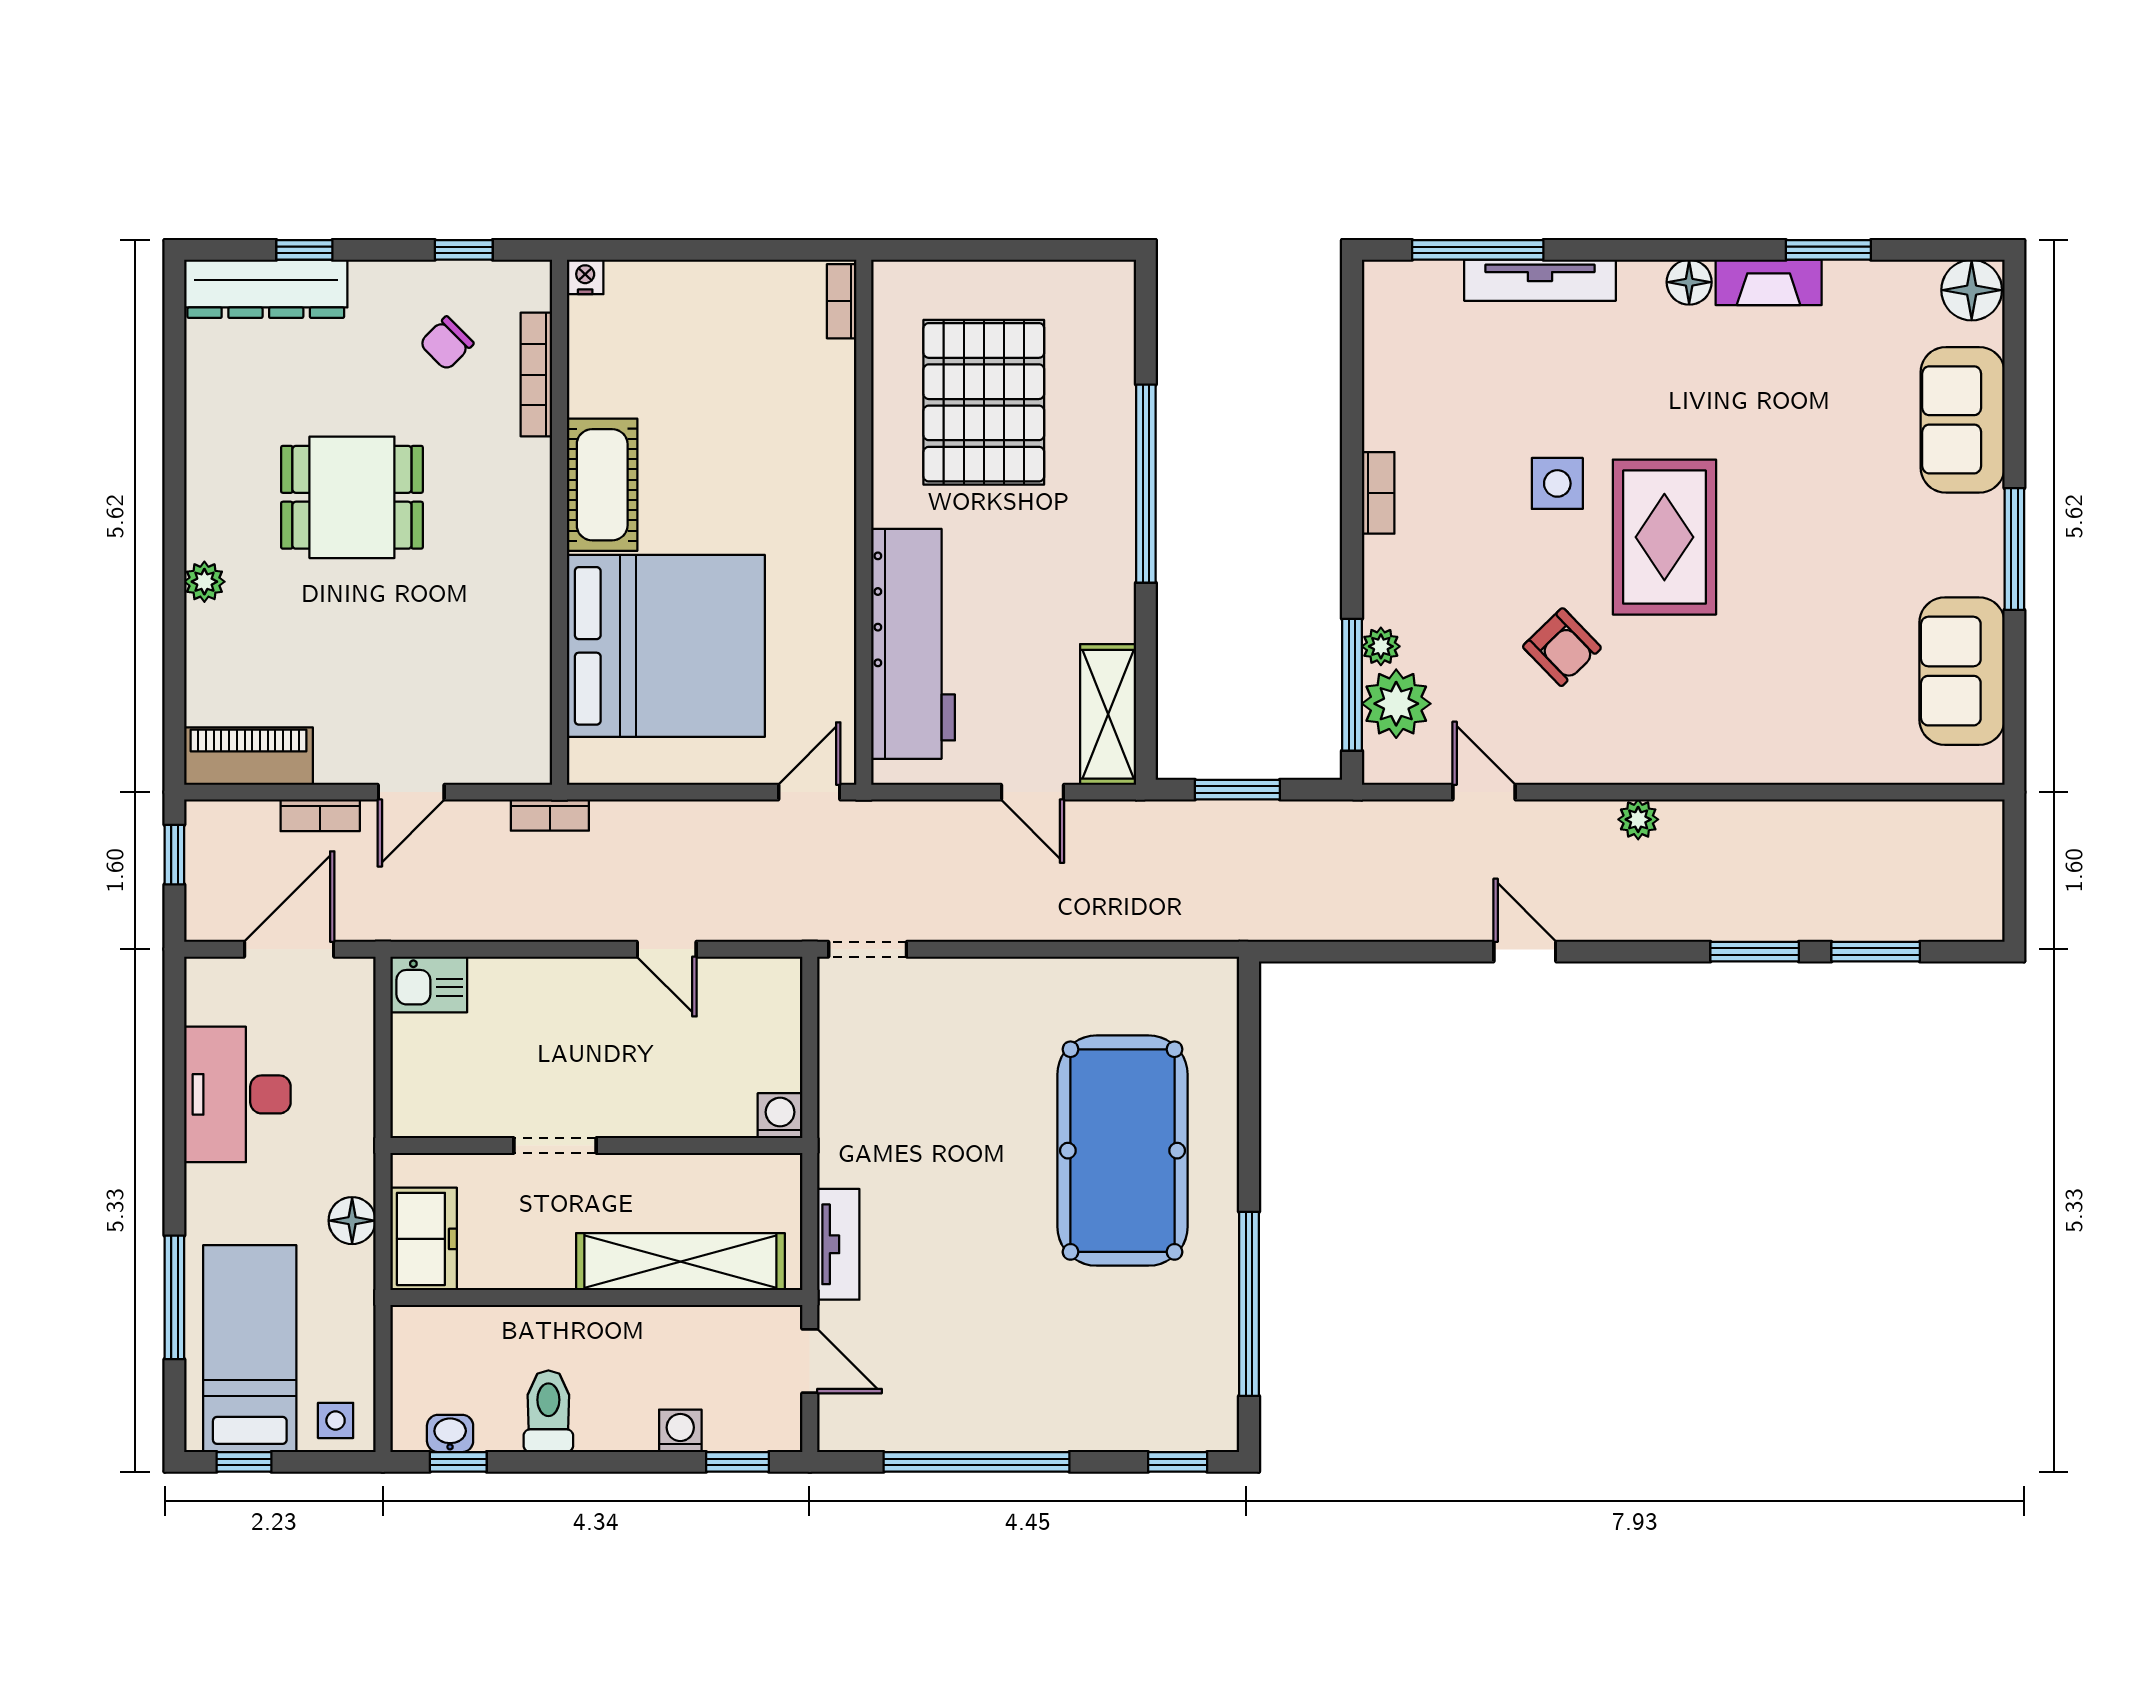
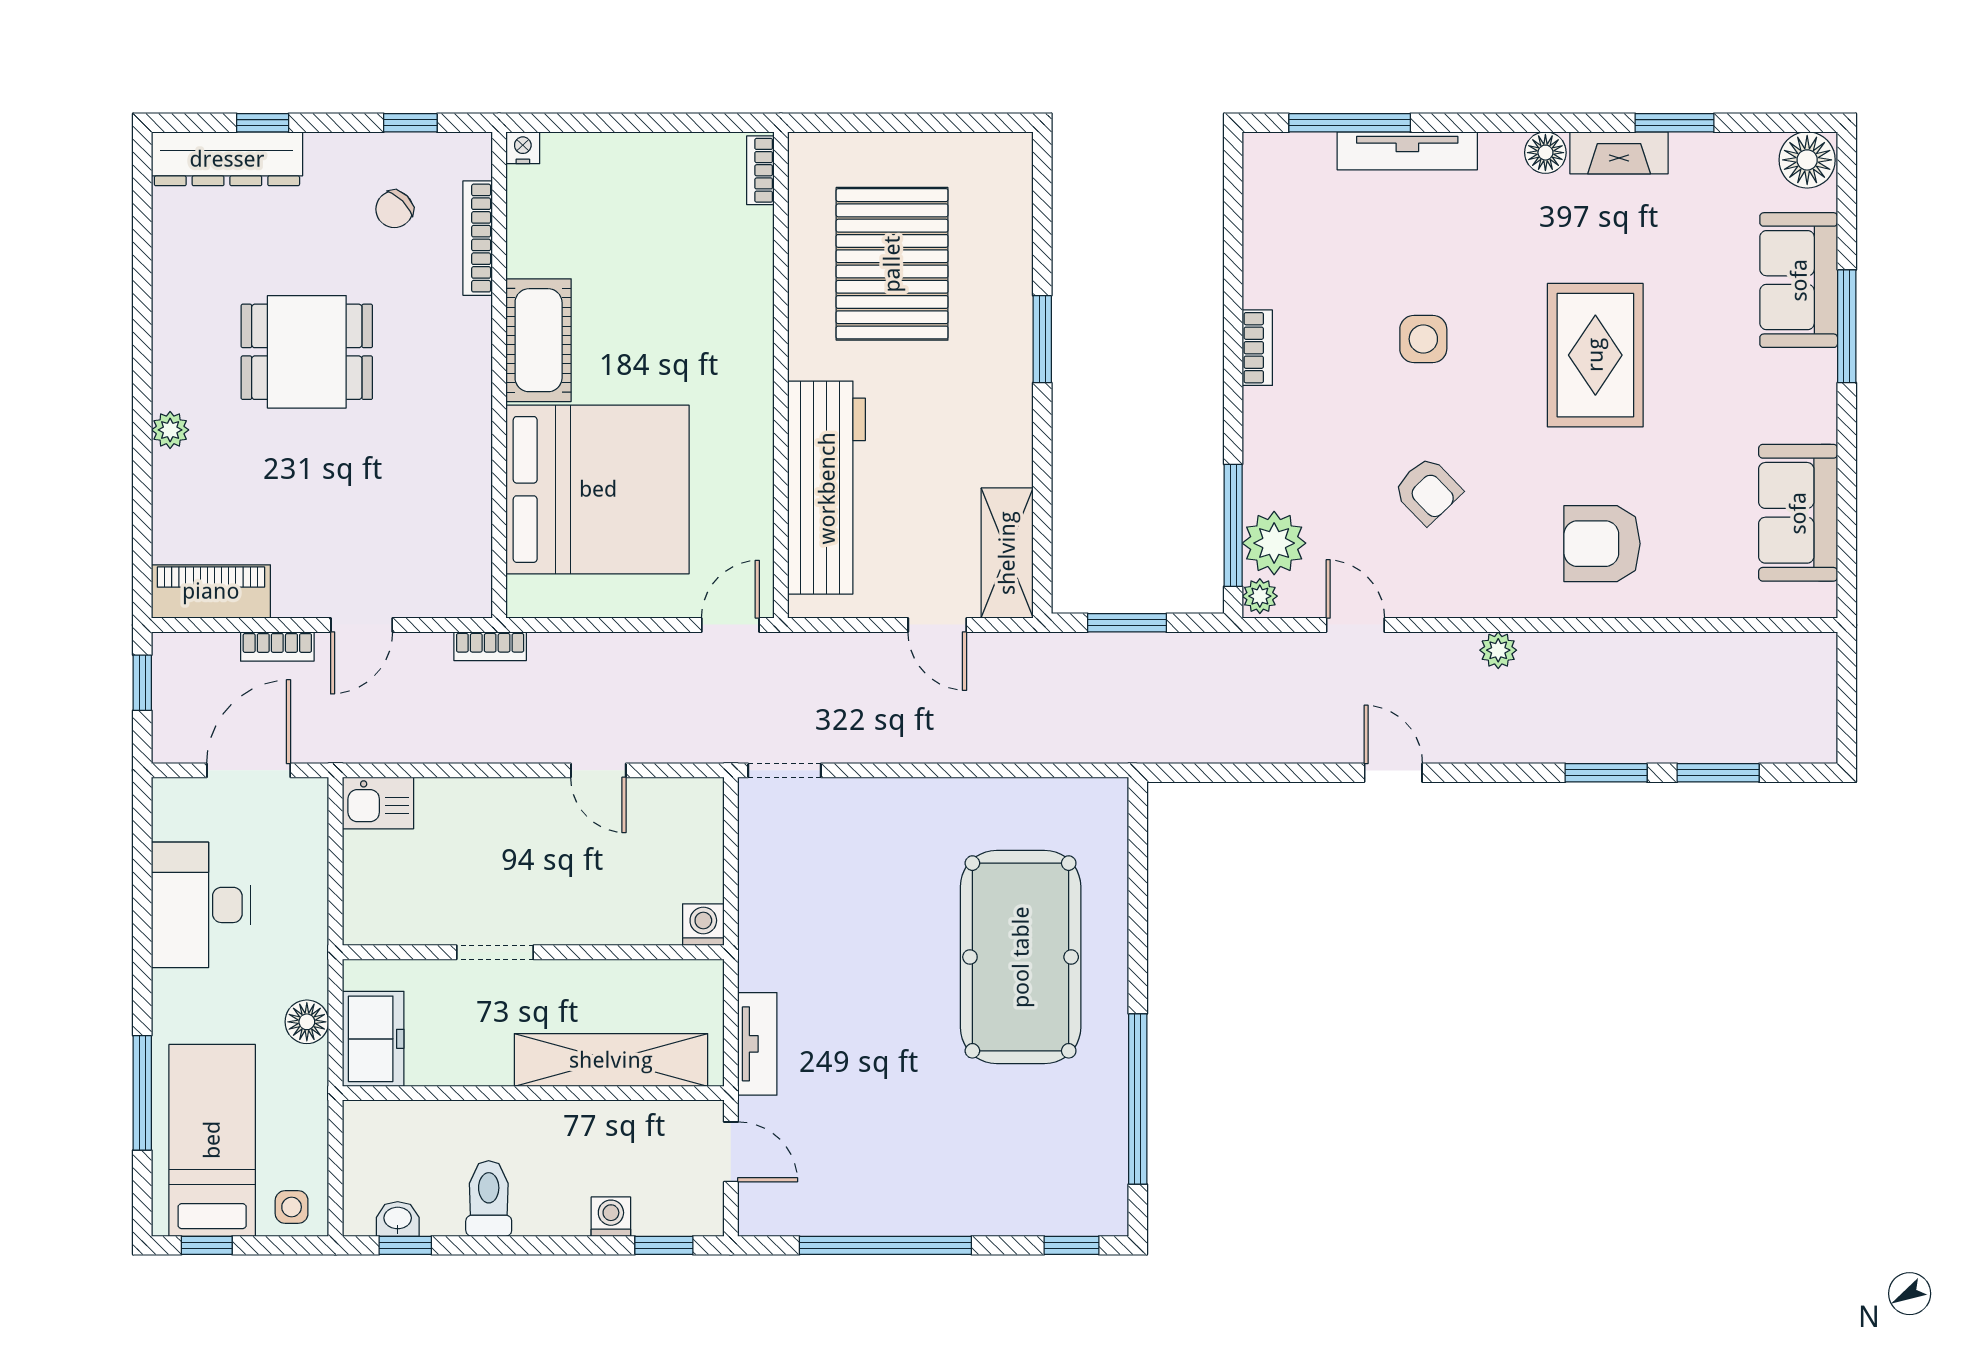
window: (1146, 484) -> (1042, 339), width x0.47
rug: (1664, 537) -> (1595, 355), moved
window: (2014, 549) -> (1847, 326), moved
plant: (1381, 646) -> (1260, 596), moved
armchair: (1750, 704) -> (1602, 544), added

